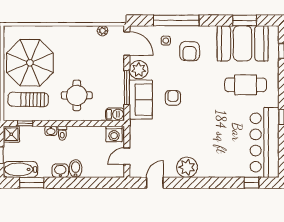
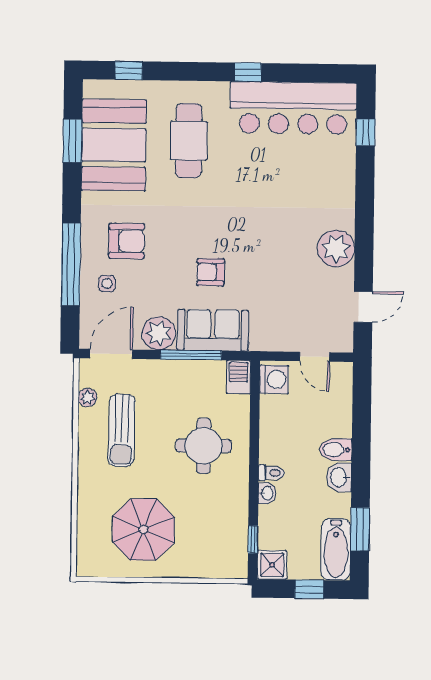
parasol: (30, 63) -> (143, 529), width x0.73, depth x0.73
sun lounger: (28, 100) -> (122, 430), moved
door: (155, 183) -> (363, 307), swing flipped

